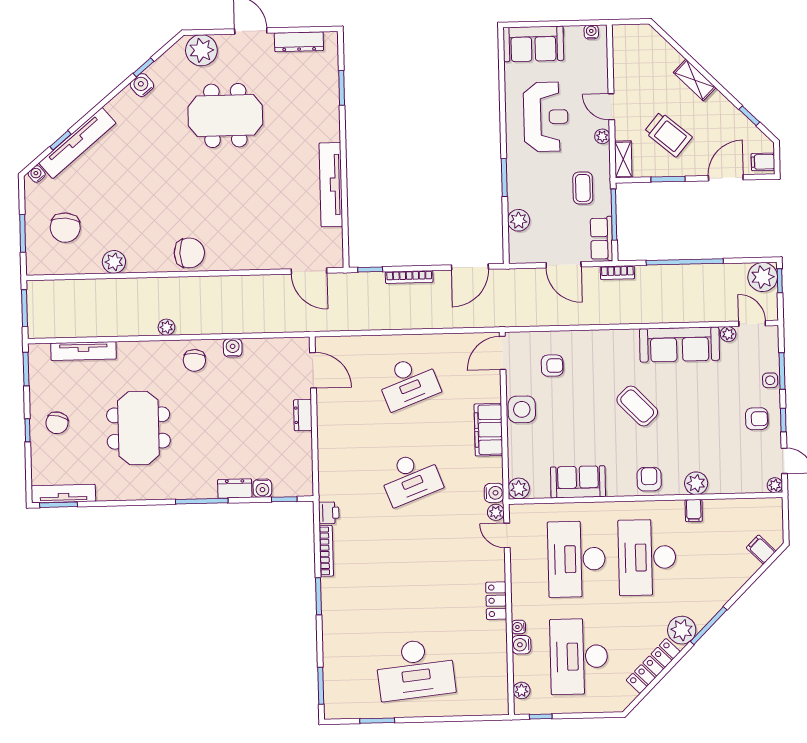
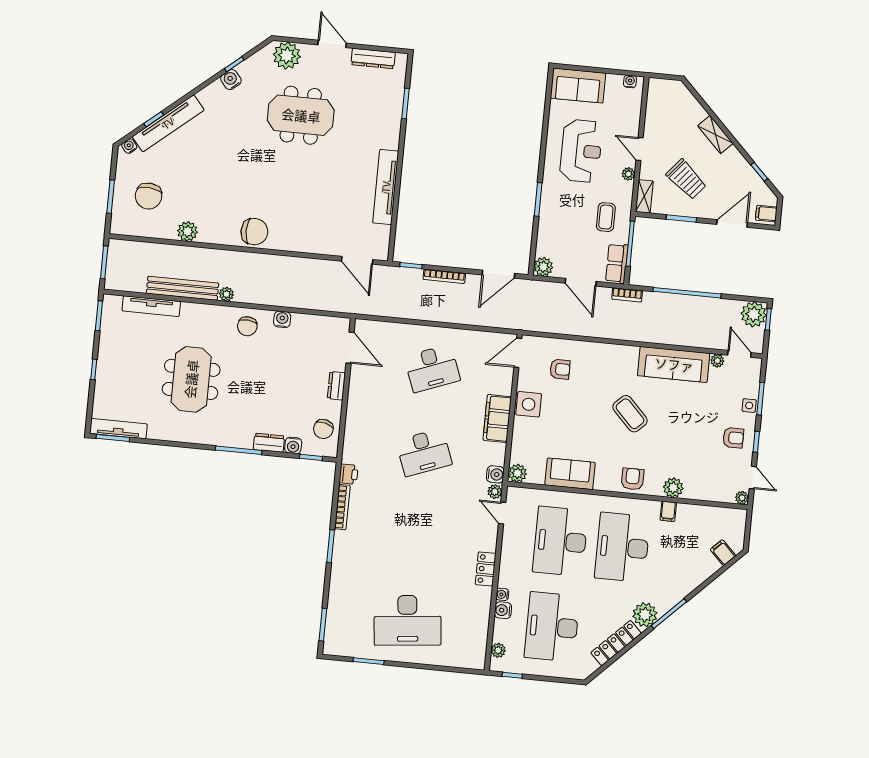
plant: (519, 220) -> (543, 267), moved
bench: (116, 327) -> (183, 288), added
chair: (57, 423) -> (323, 429), moved

